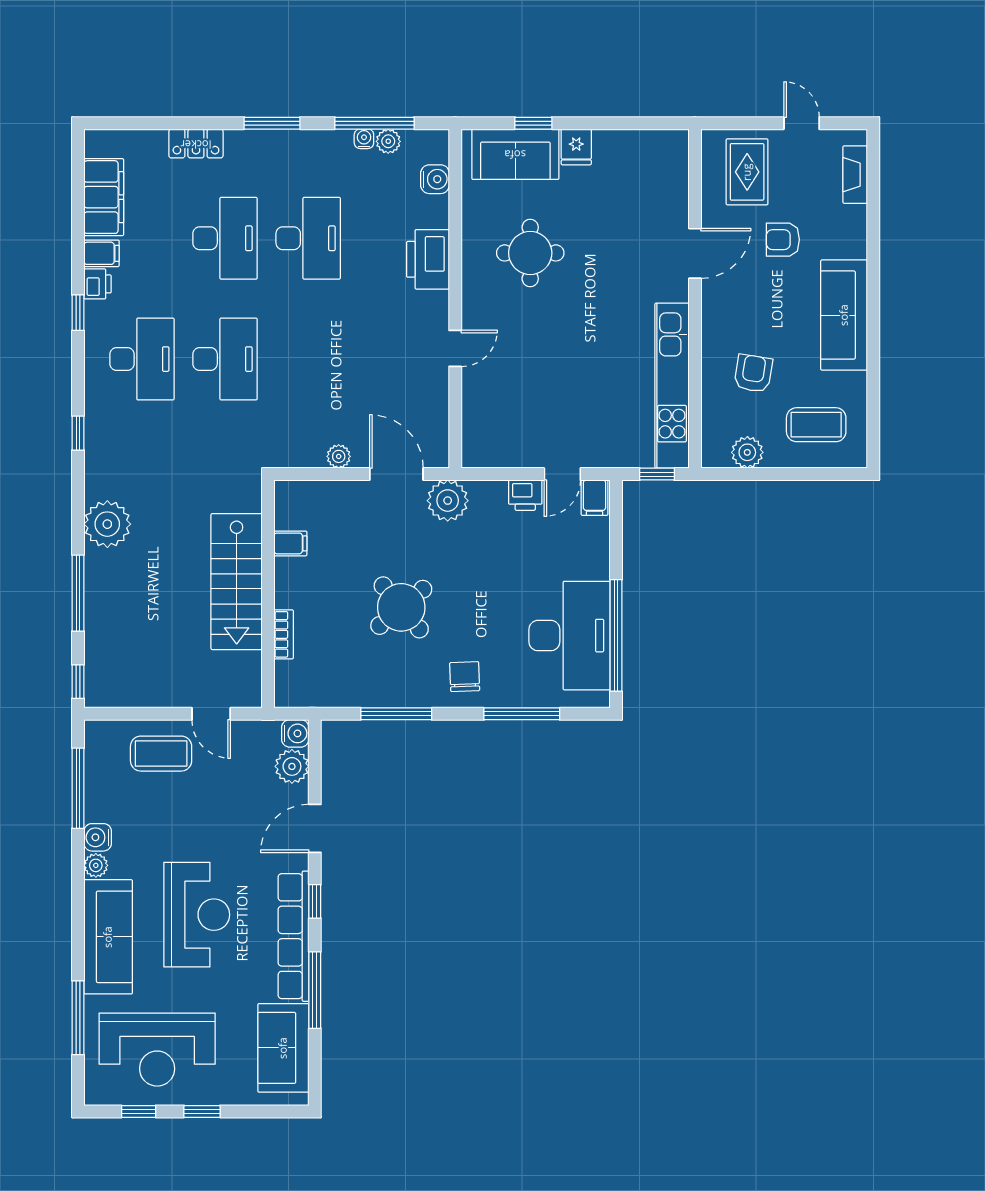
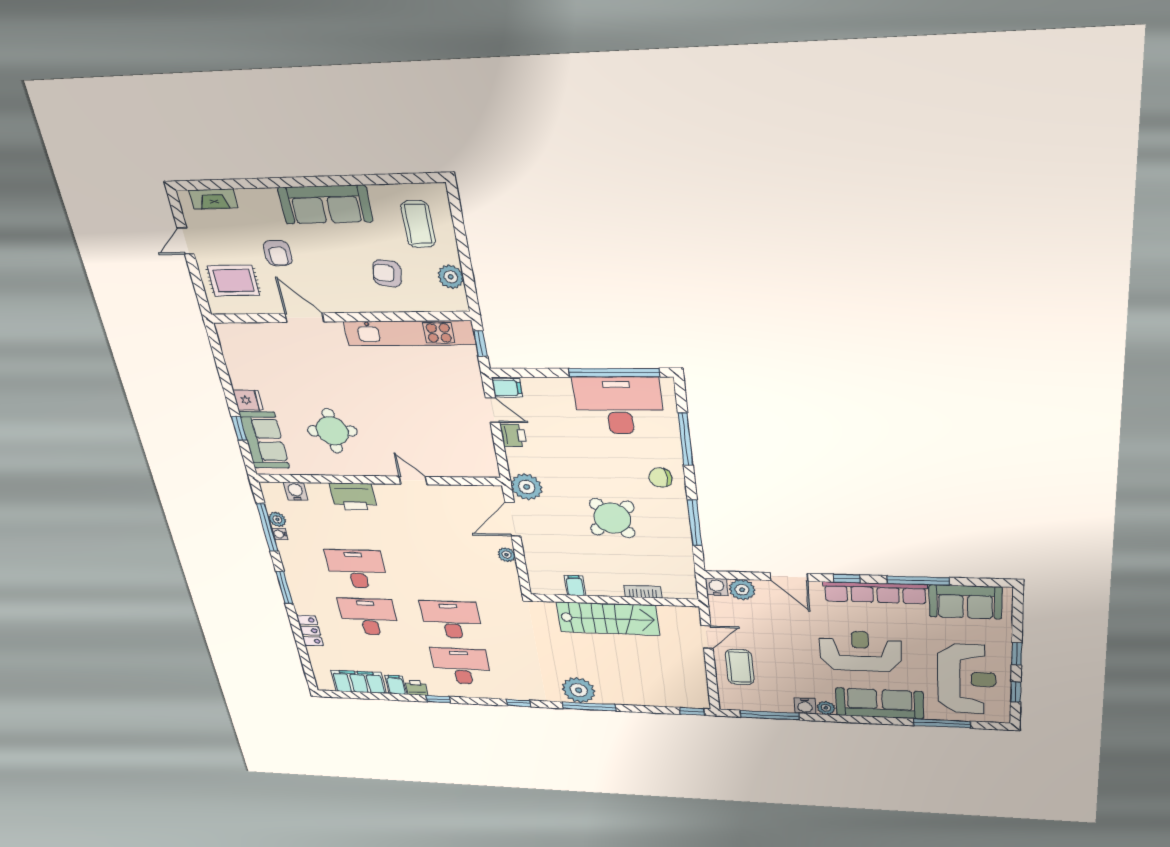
window: (78, 593) -> (589, 706), moved

